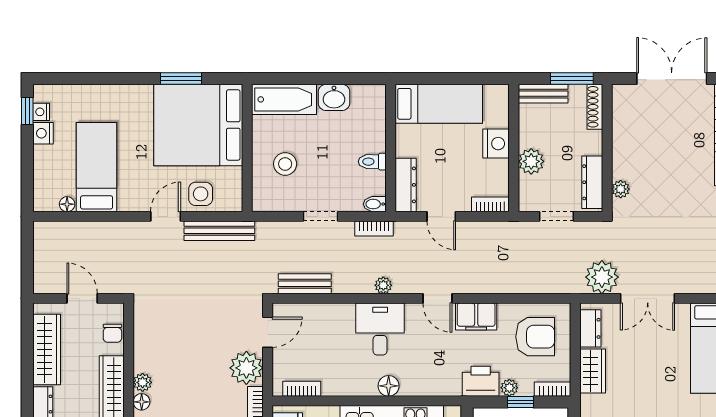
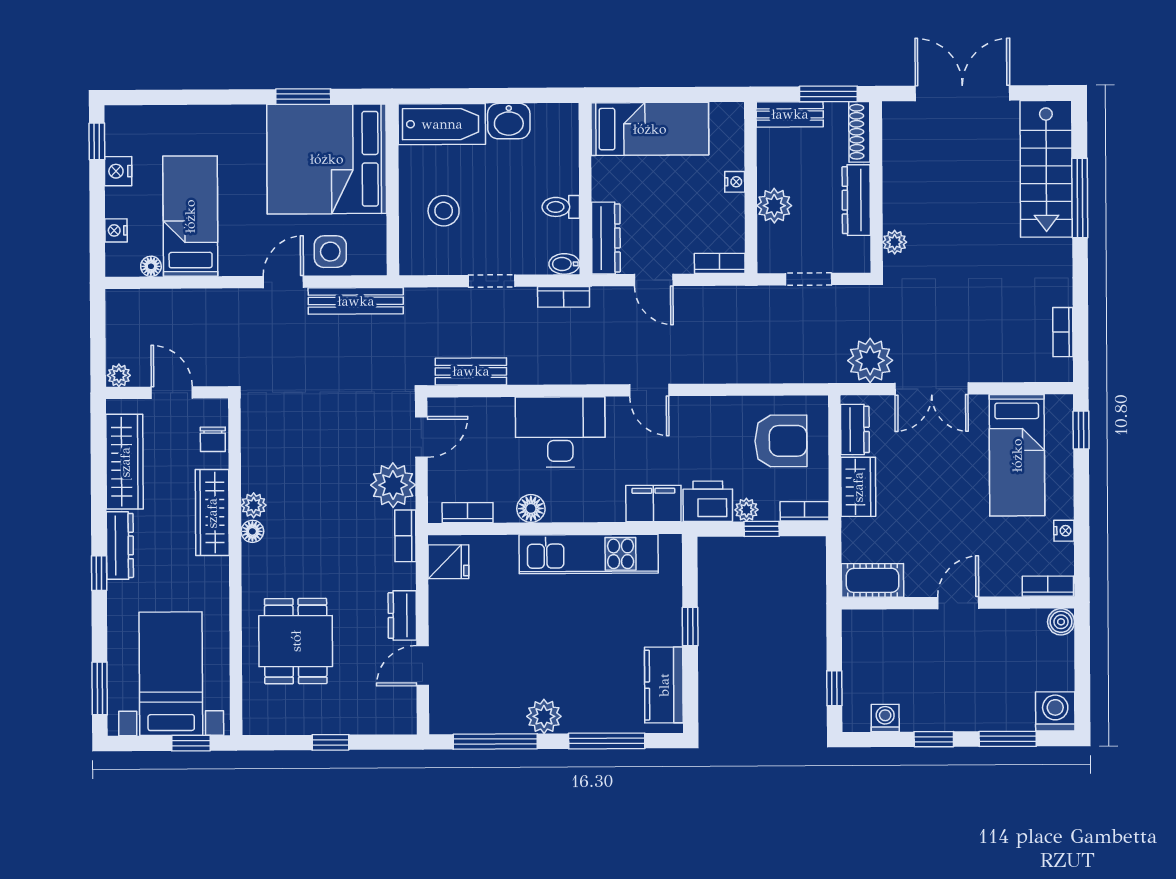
nightstand: (41, 112) -> (116, 230), moved
nightstand: (496, 144) -> (735, 182), width x0.53, depth x0.56
dresser: (592, 182) -> (856, 200), moved
plant: (383, 285) -> (119, 375), moved
filing cabinet: (476, 317) -> (653, 504), moved, turned 180
desk: (380, 329) -> (560, 432), width x1.37
floor lamp: (389, 386) -> (531, 508), moved

